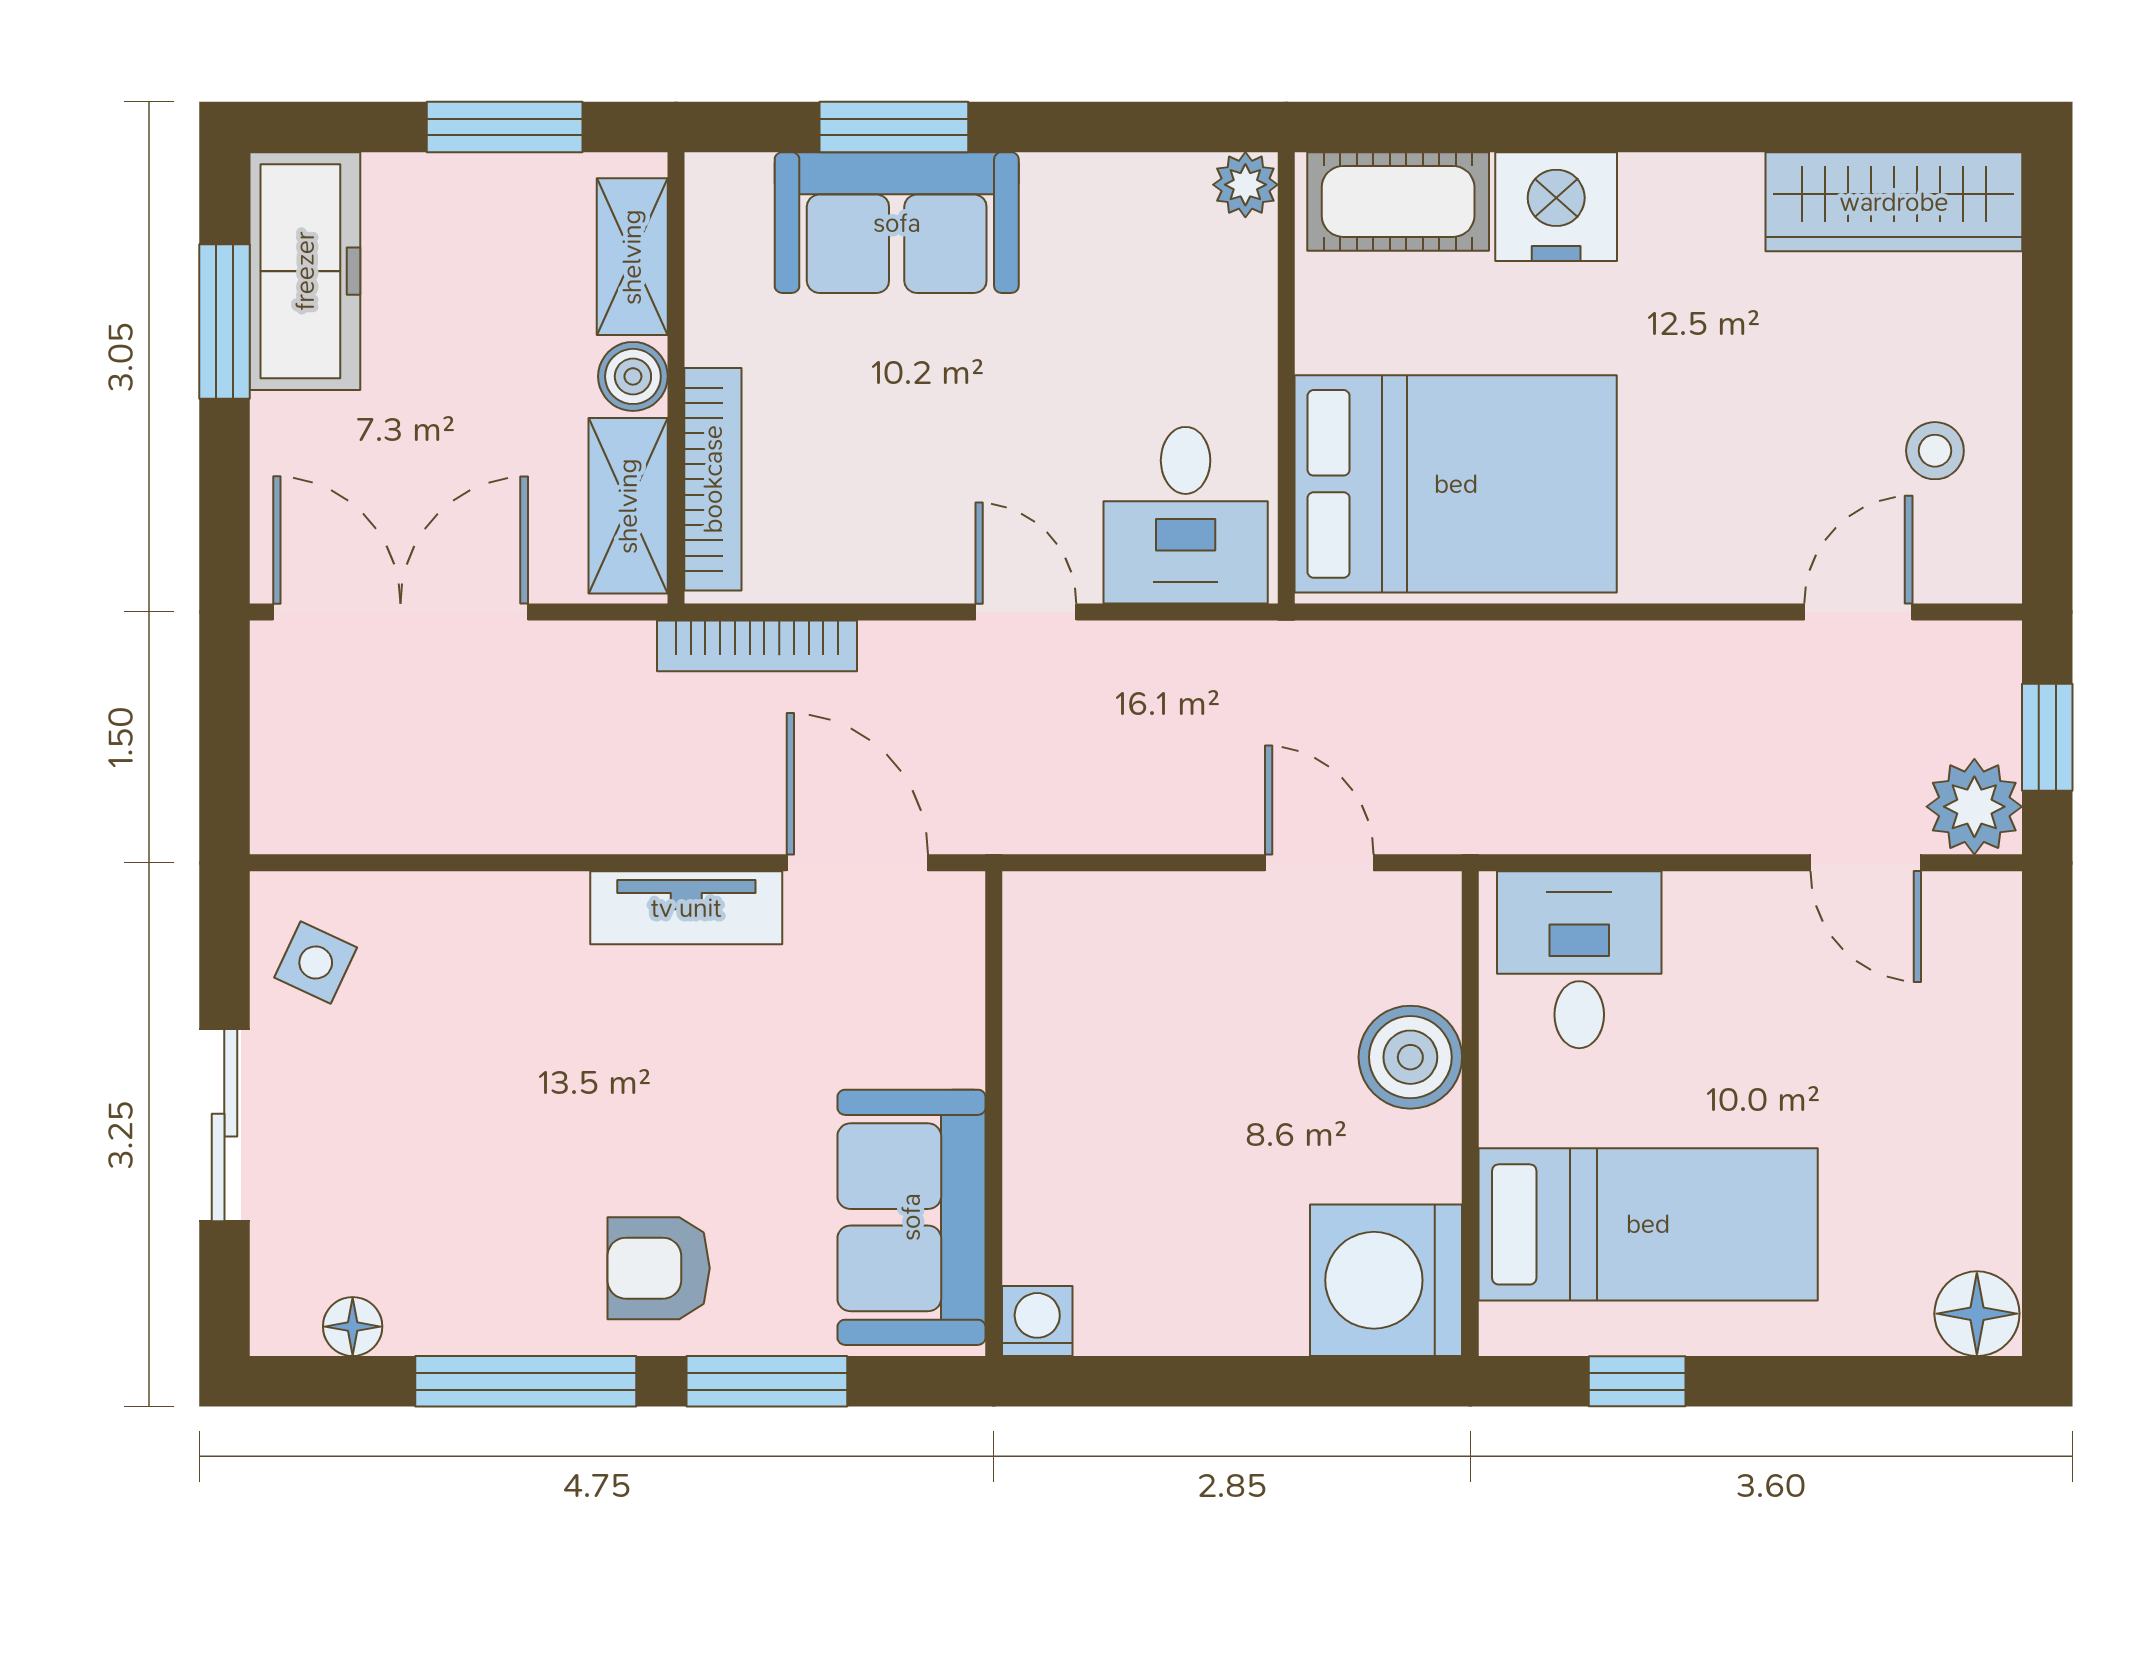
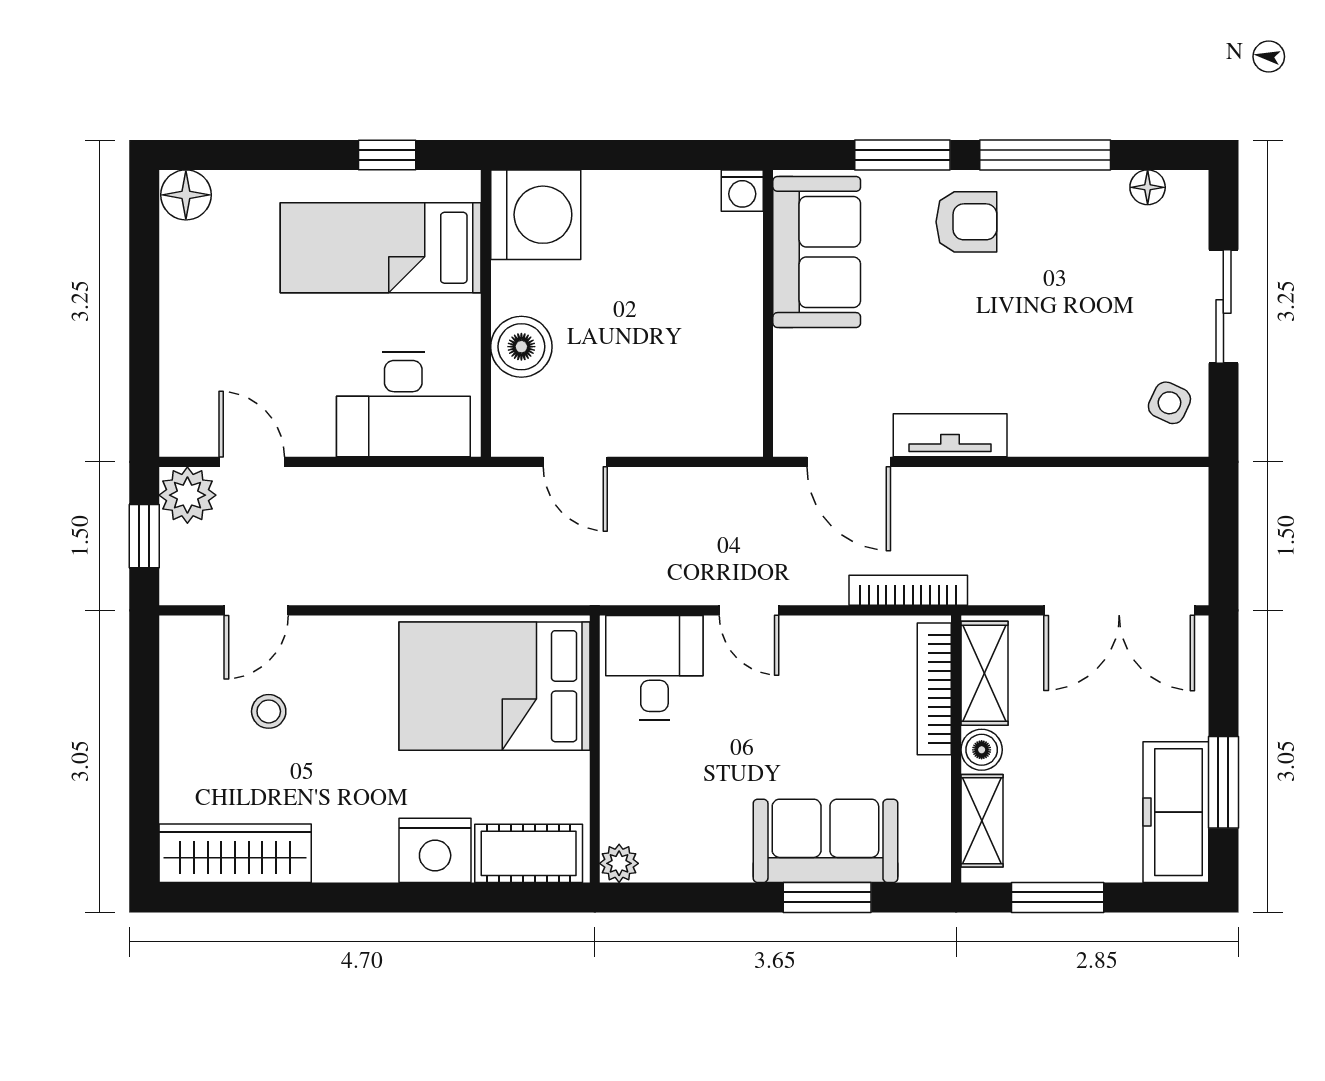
stool: (1935, 451) -> (269, 711), moved
desk: (1579, 960) -> (403, 404), width x1.37

